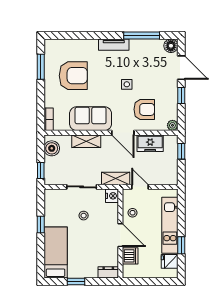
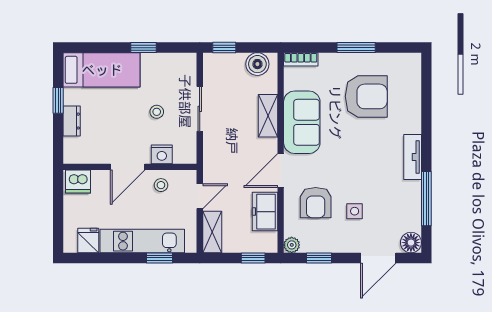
window: (41, 67) -> (356, 48), moved
armchair: (73, 76) -> (366, 96), turned -90
side table: (127, 84) -> (355, 211), moved
window: (181, 96) -> (319, 258), moved
shelving: (116, 179) -> (212, 232), moved
nightstand: (112, 196) -> (162, 154), moved
window: (181, 245) -> (159, 258), moved
dishwasher: (130, 256) -> (78, 182), moved
dresser: (108, 272) -> (72, 121), moved

